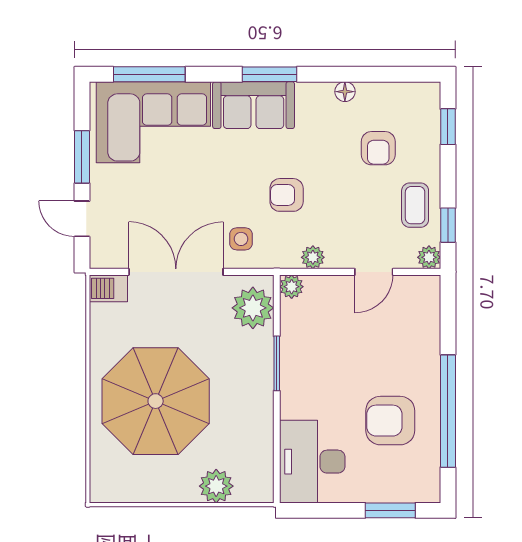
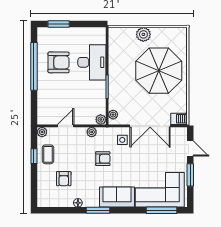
window: (269, 74) -> (98, 210), moved
window: (448, 127) -> (34, 188), removed
armchair: (378, 148) -> (64, 179), turned 180
window: (448, 225) -> (34, 156), moved
plant: (253, 308) -> (113, 115), width x0.53, depth x0.53
desk: (312, 462) -> (92, 62), moved
plant: (216, 486) -> (143, 34), moved

